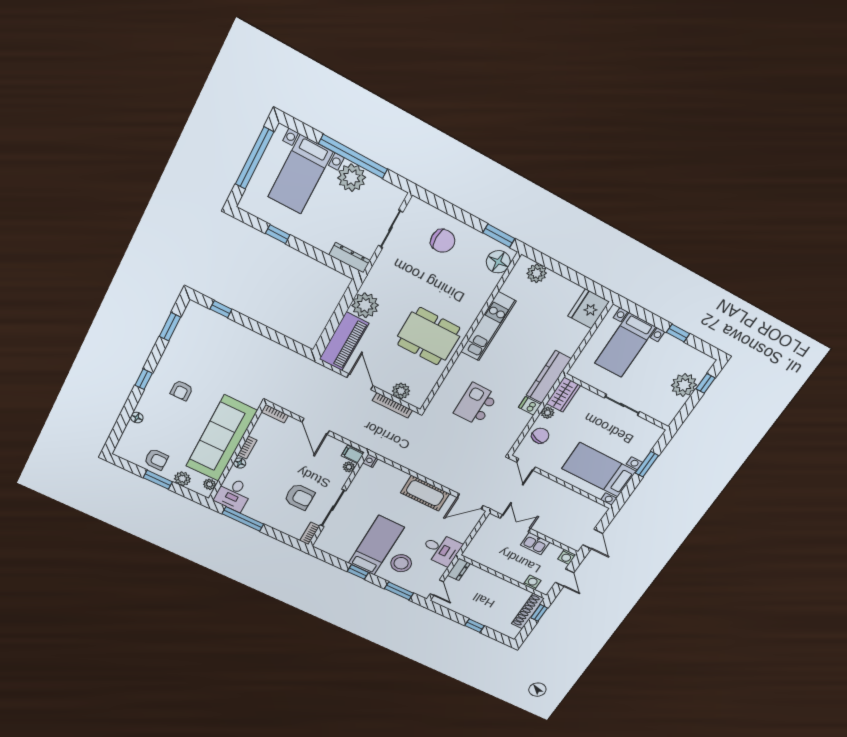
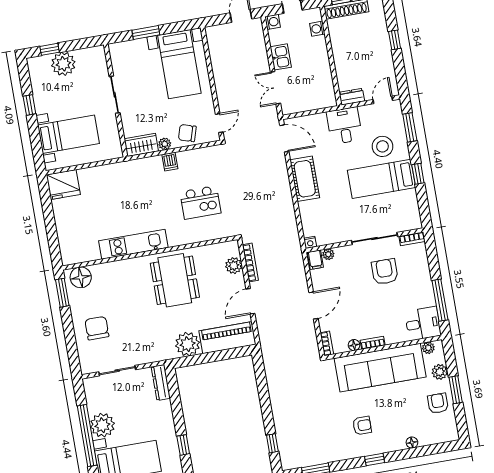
plant: (537, 273) -> (67, 244), removed
kitchen counter: (549, 377) -> (136, 168), removed
floor lamp: (240, 463) -> (354, 345), moved

